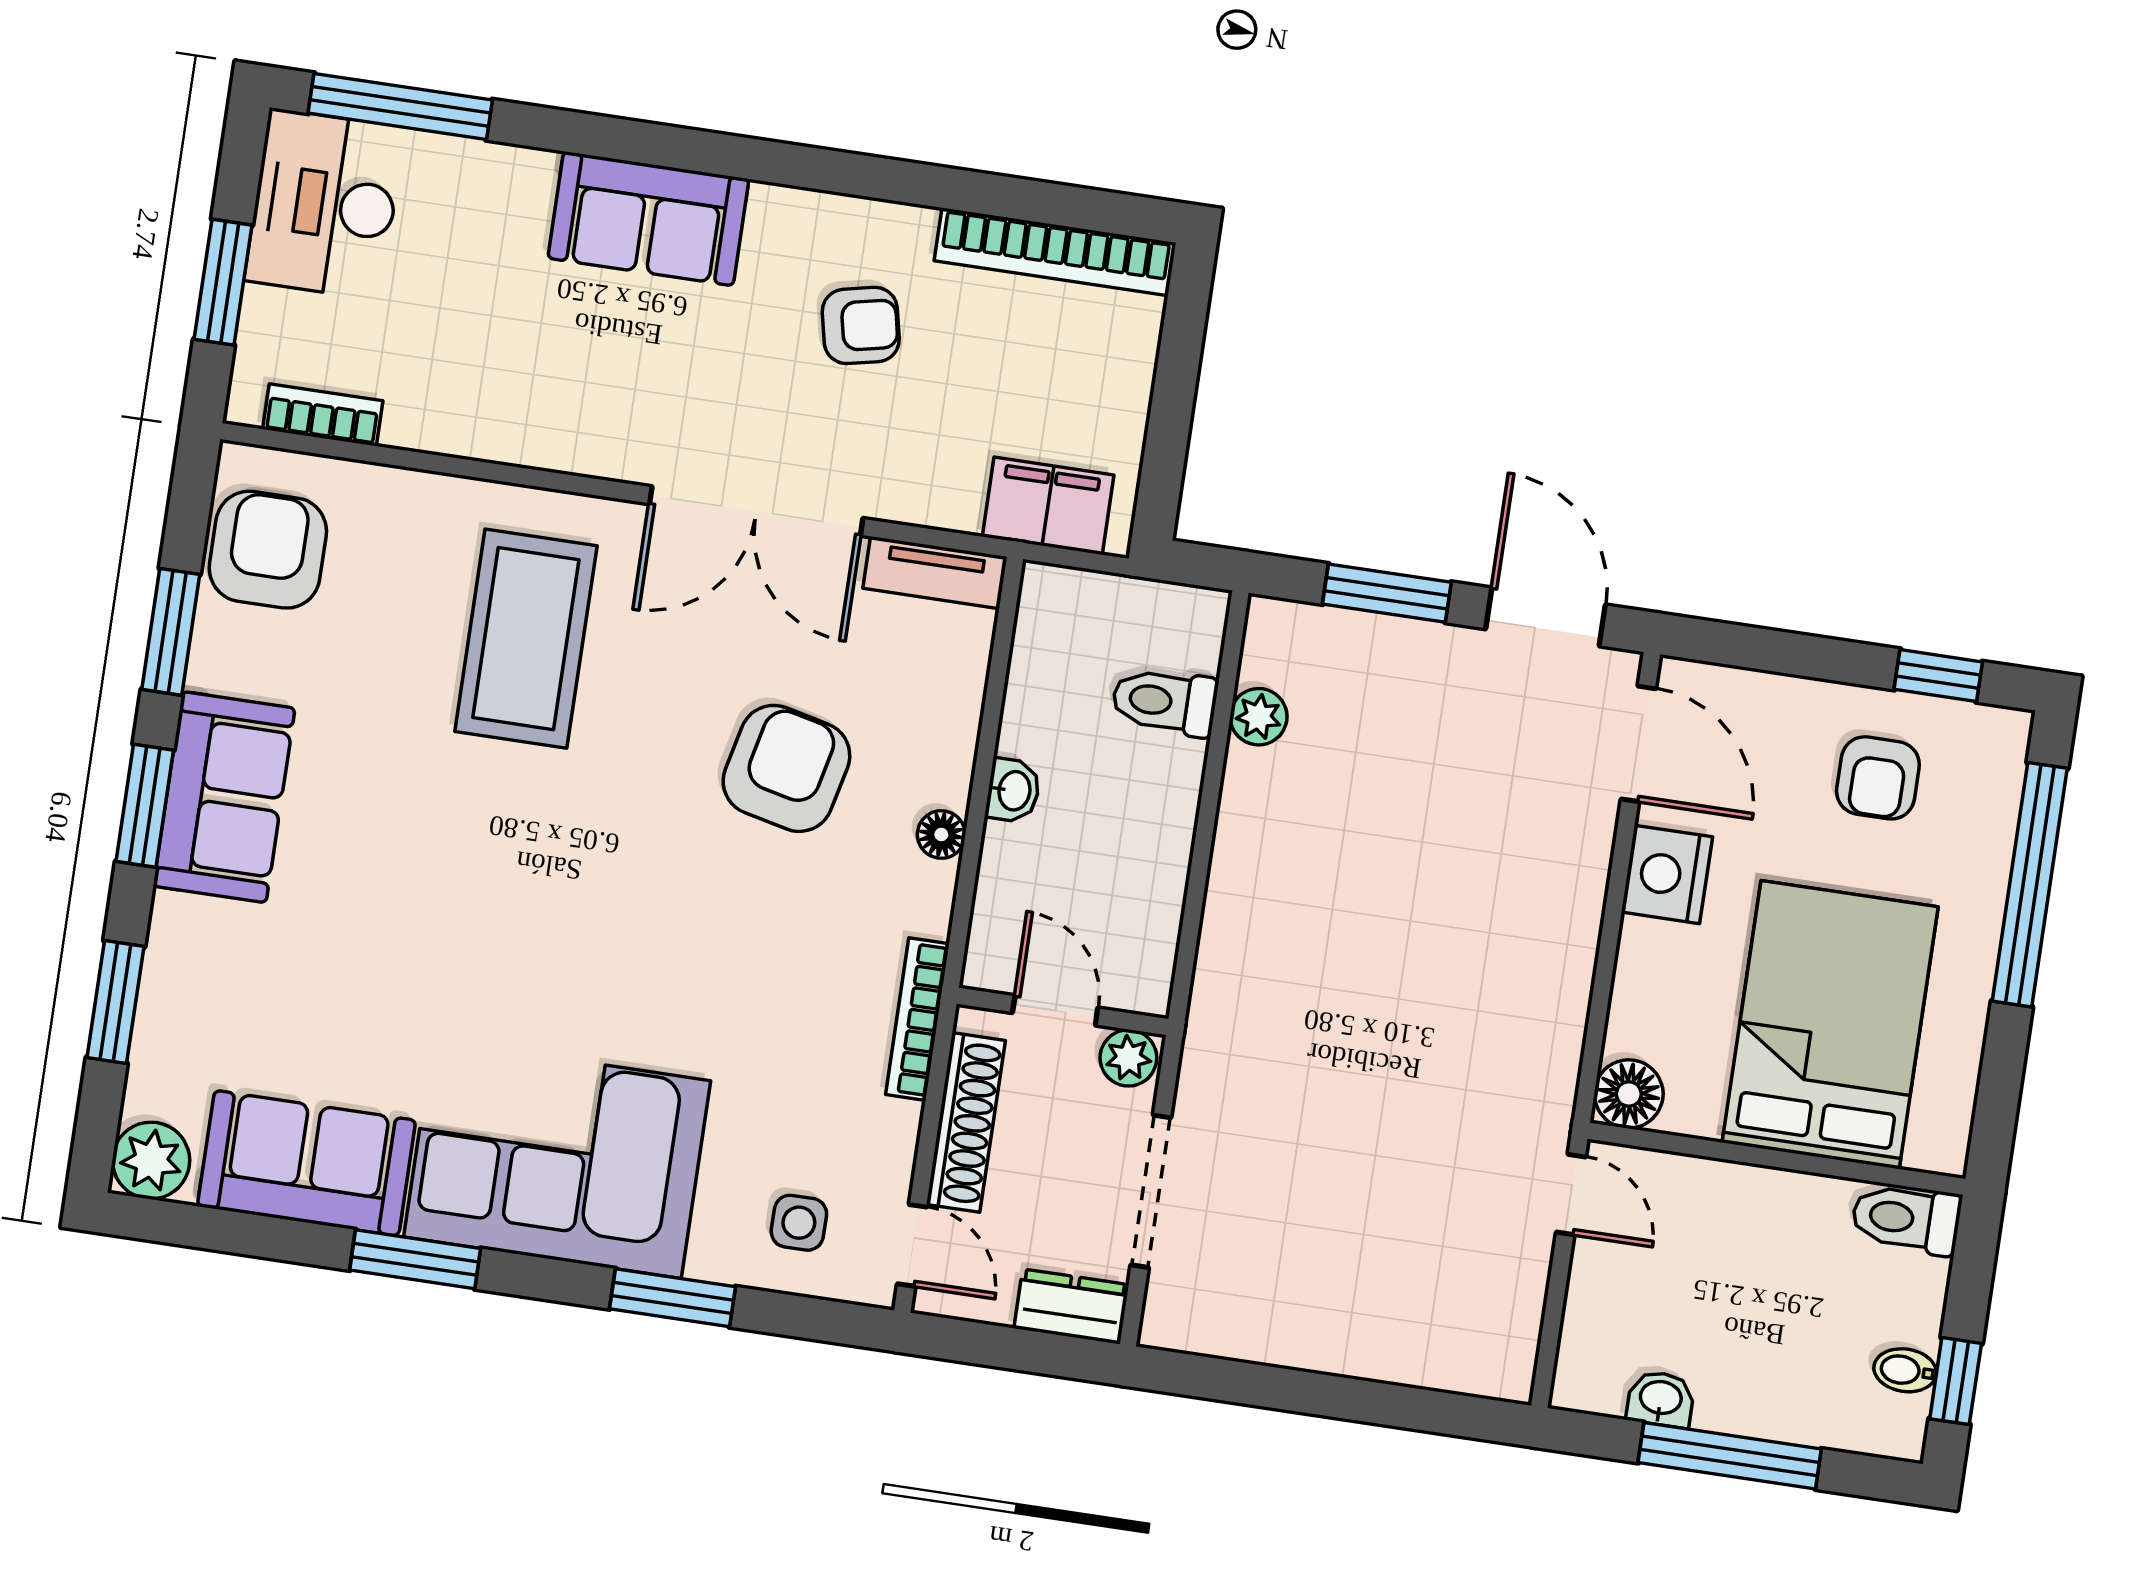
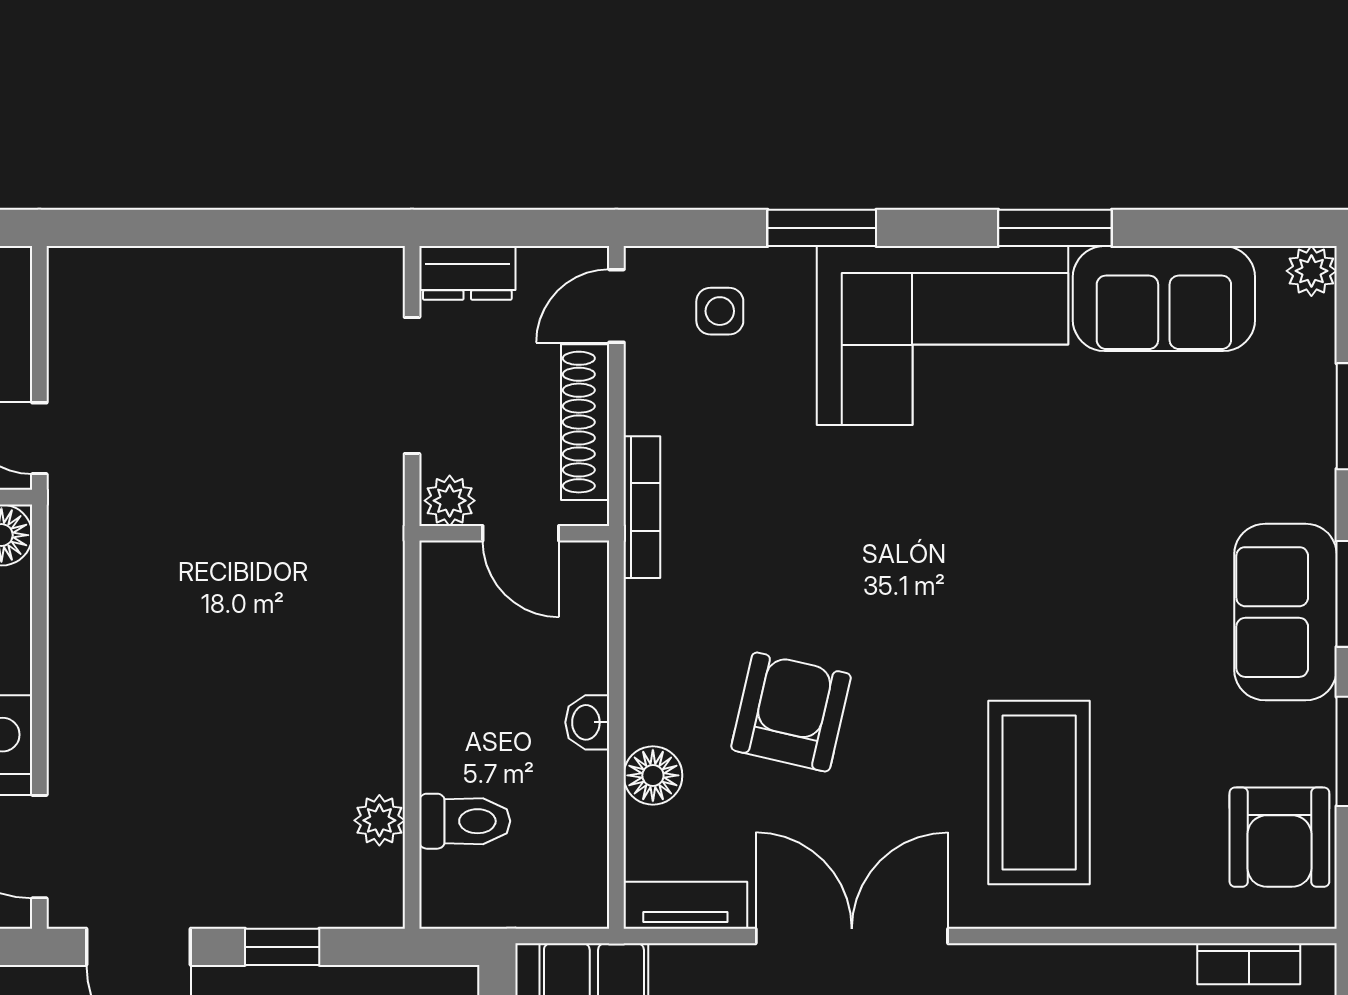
window: (1387, 593) -> (282, 947), width x0.67
armchair: (786, 768) -> (791, 712), turned 180
floor lamp: (941, 835) -> (653, 775), moved, width x1.37, depth x1.37
plant: (151, 1161) -> (1311, 271), width x0.73, depth x0.73
door: (912, 1245) -> (616, 306), hinge flipped

